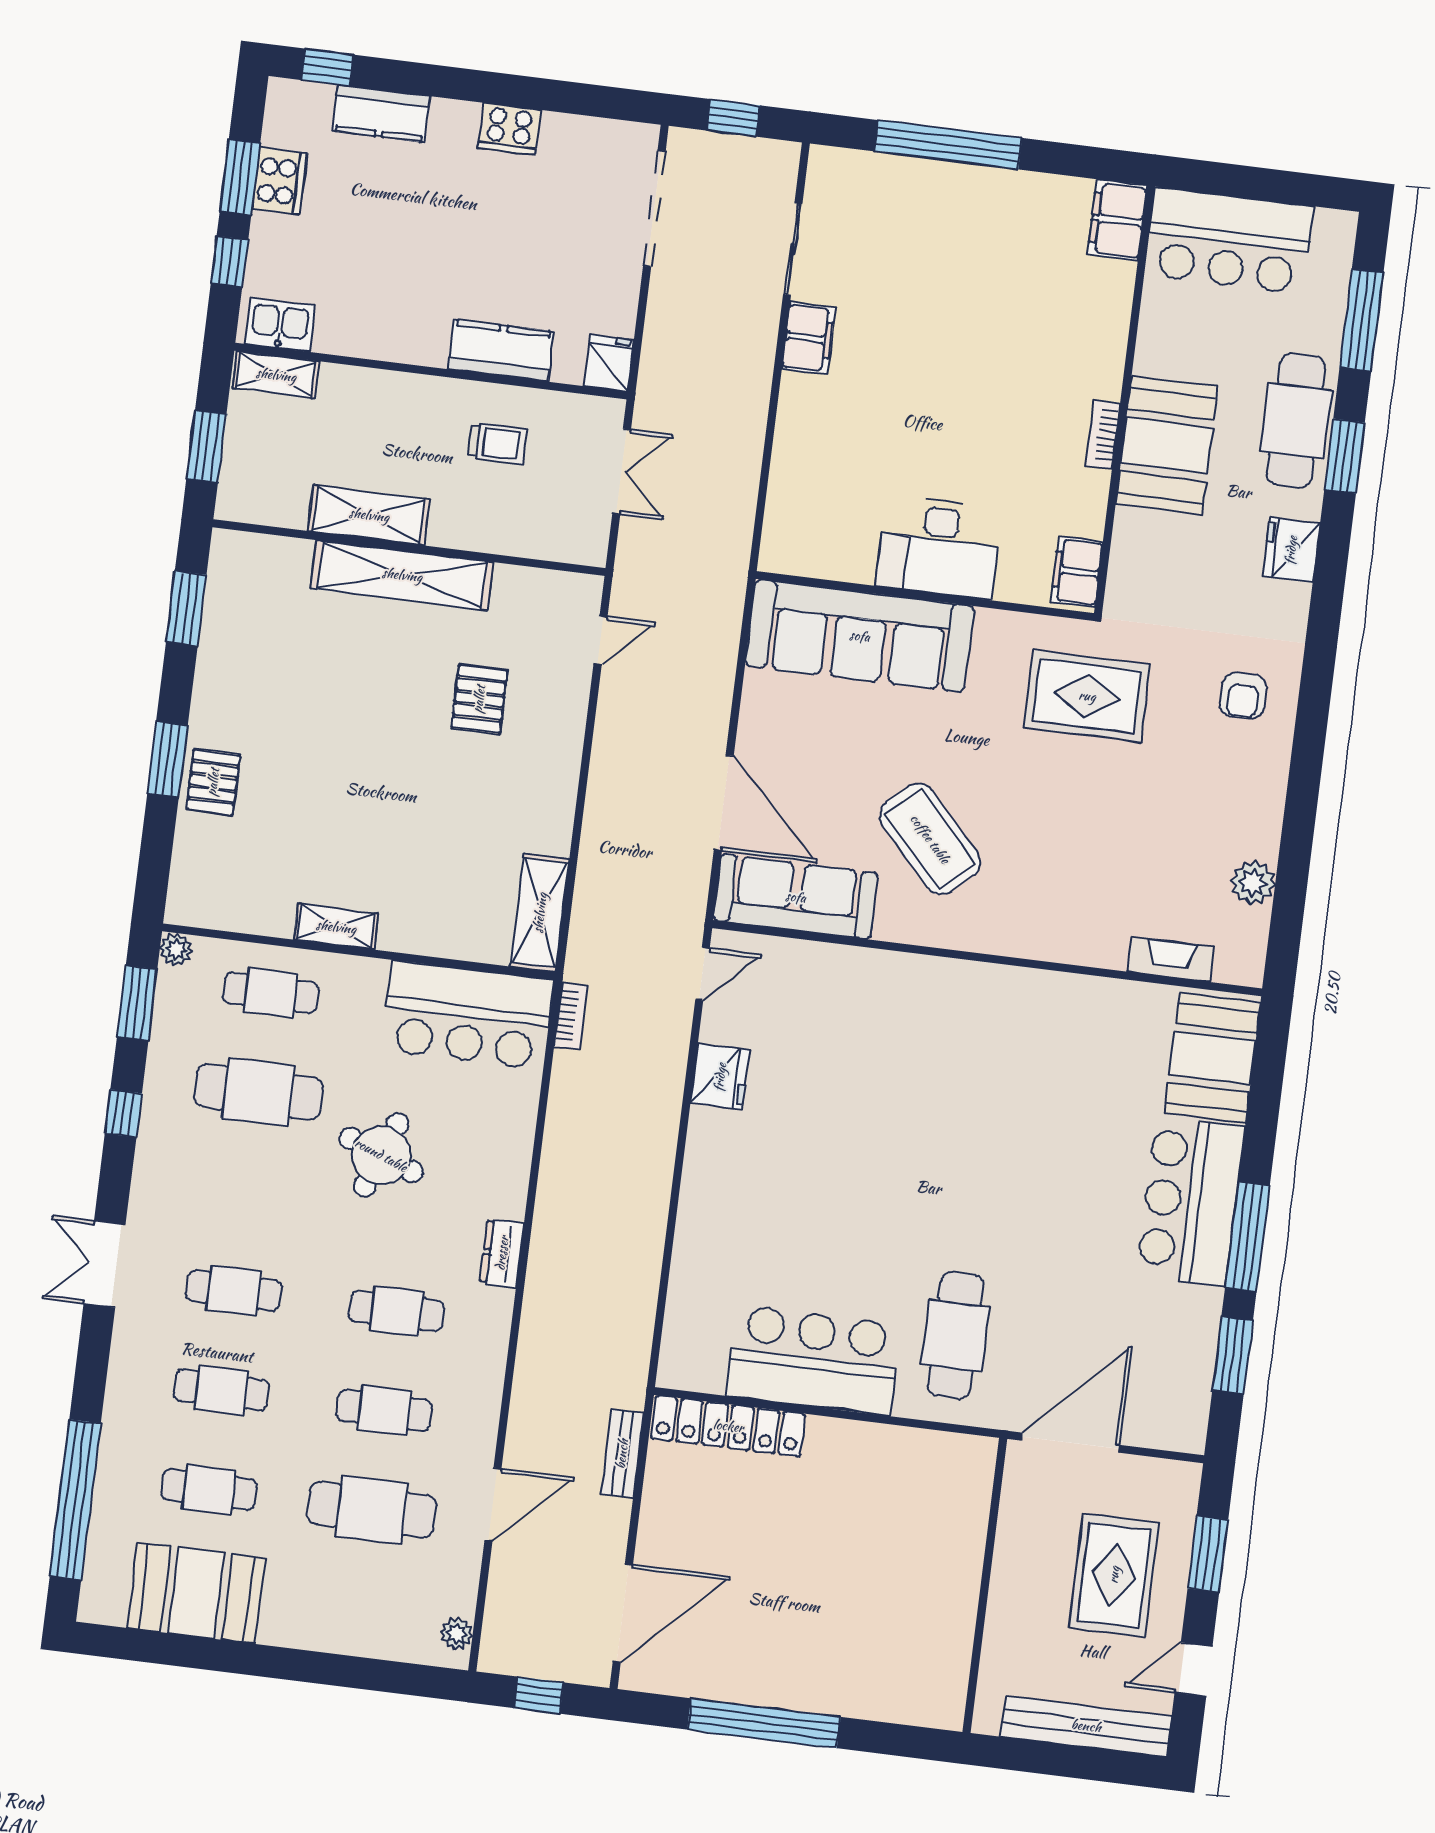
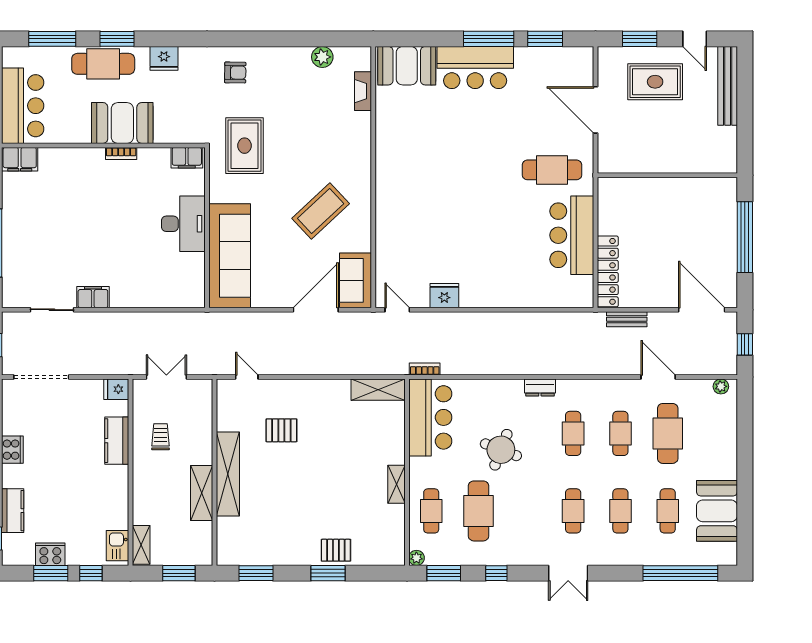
sofa: (796, 897) -> (356, 280), width x0.73
wall: (985, 1585) -> (667, 175), moved

